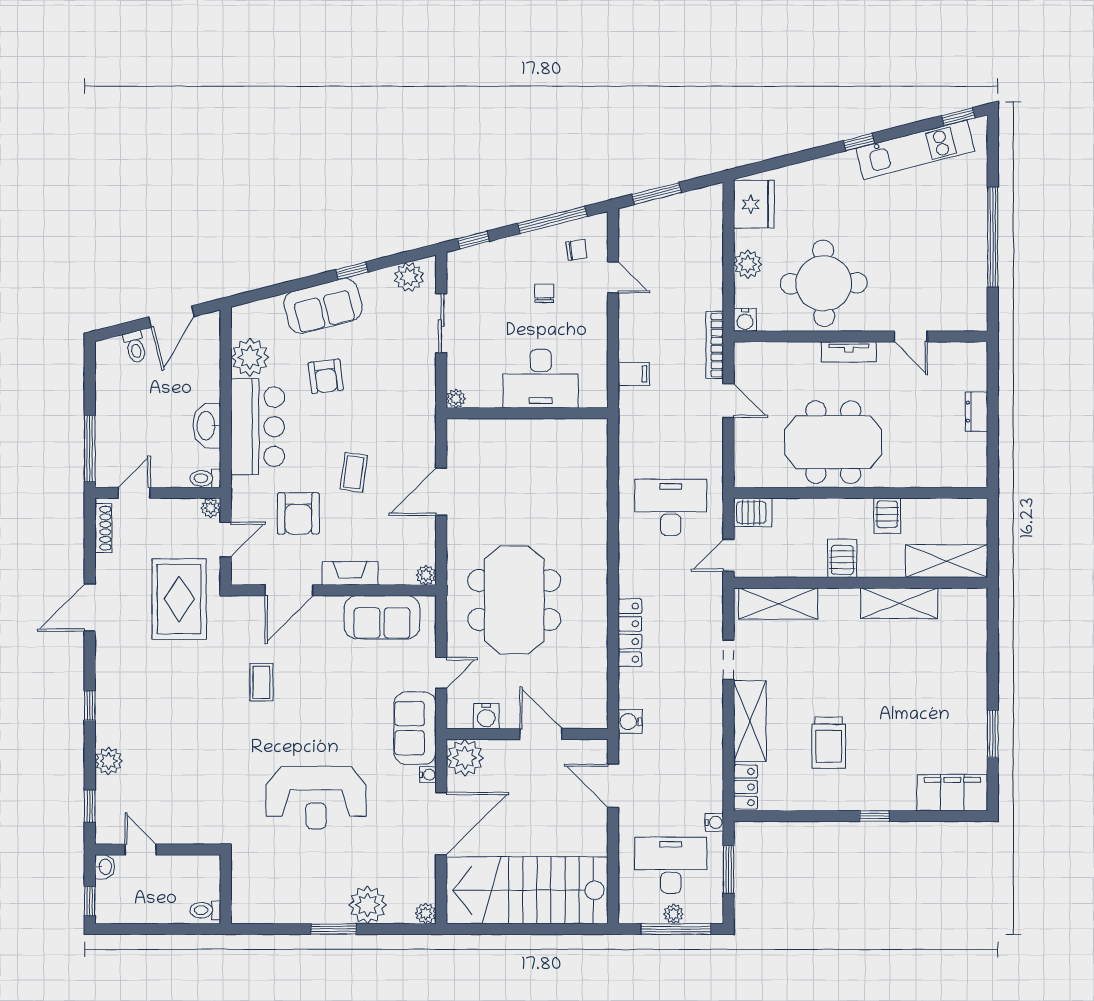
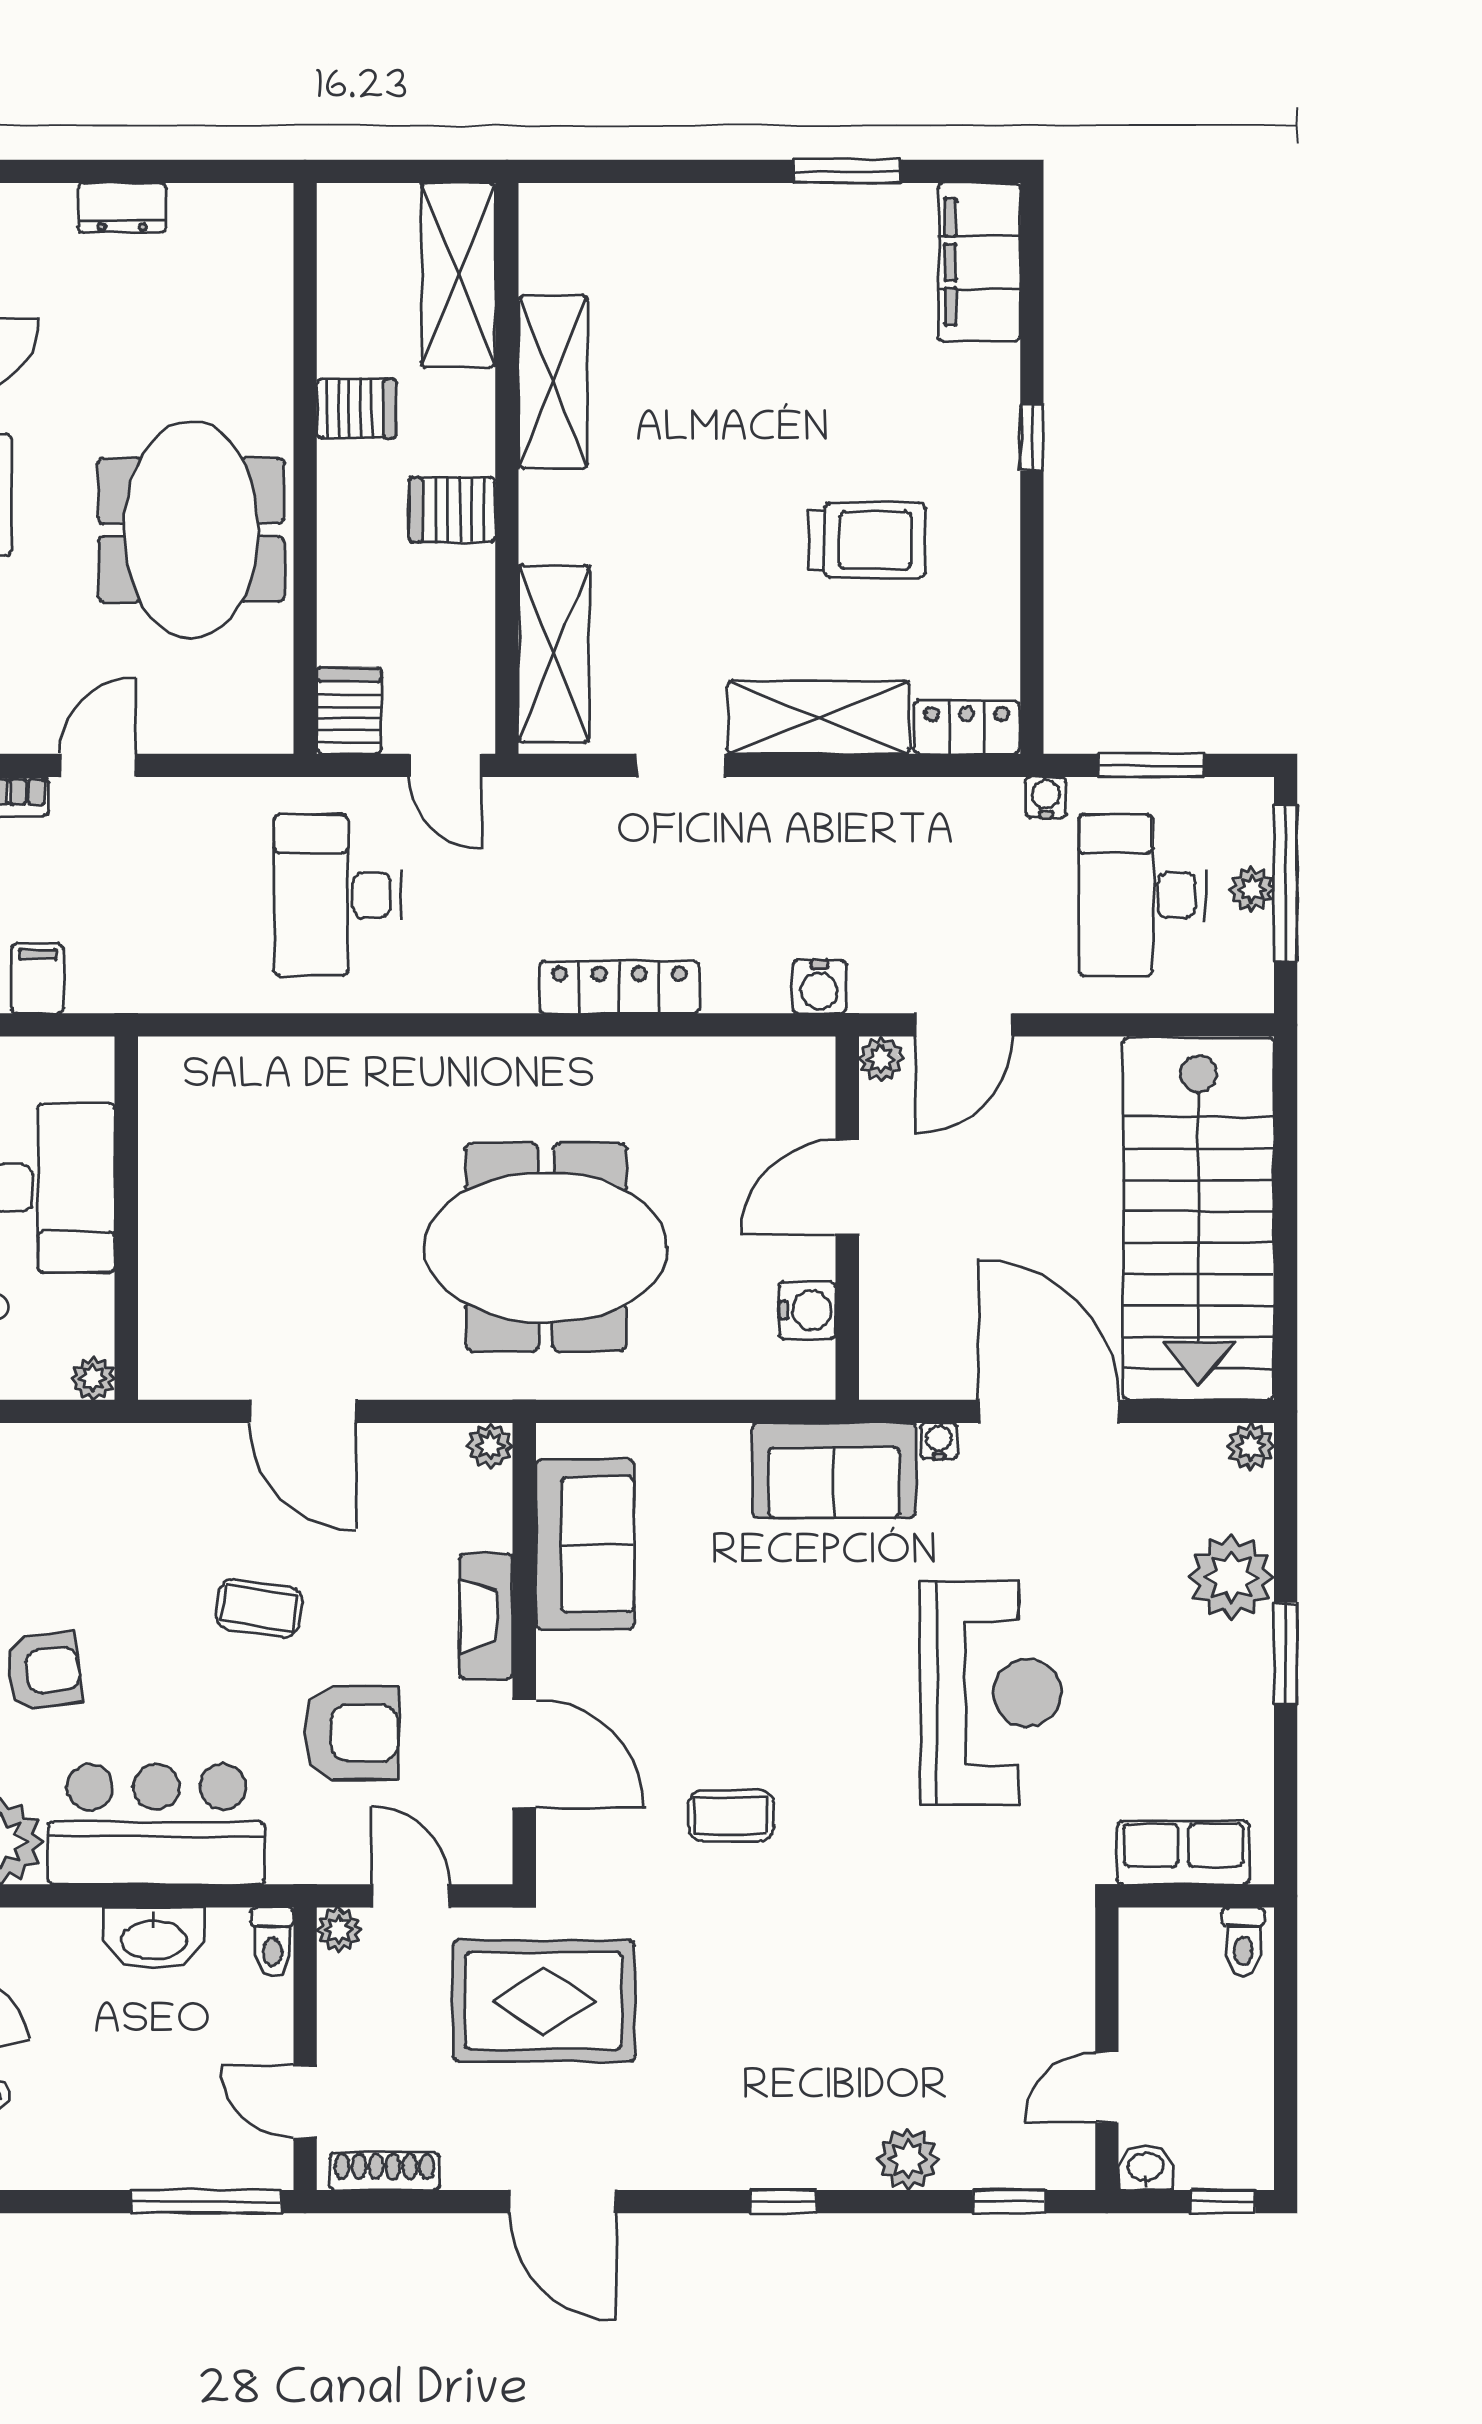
door: (441, 673) -> (710, 1411), removed
plant: (465, 758) -> (881, 1059), moved, width x0.53, depth x0.53
row of seats: (245, 883) -> (1183, 1853), added

